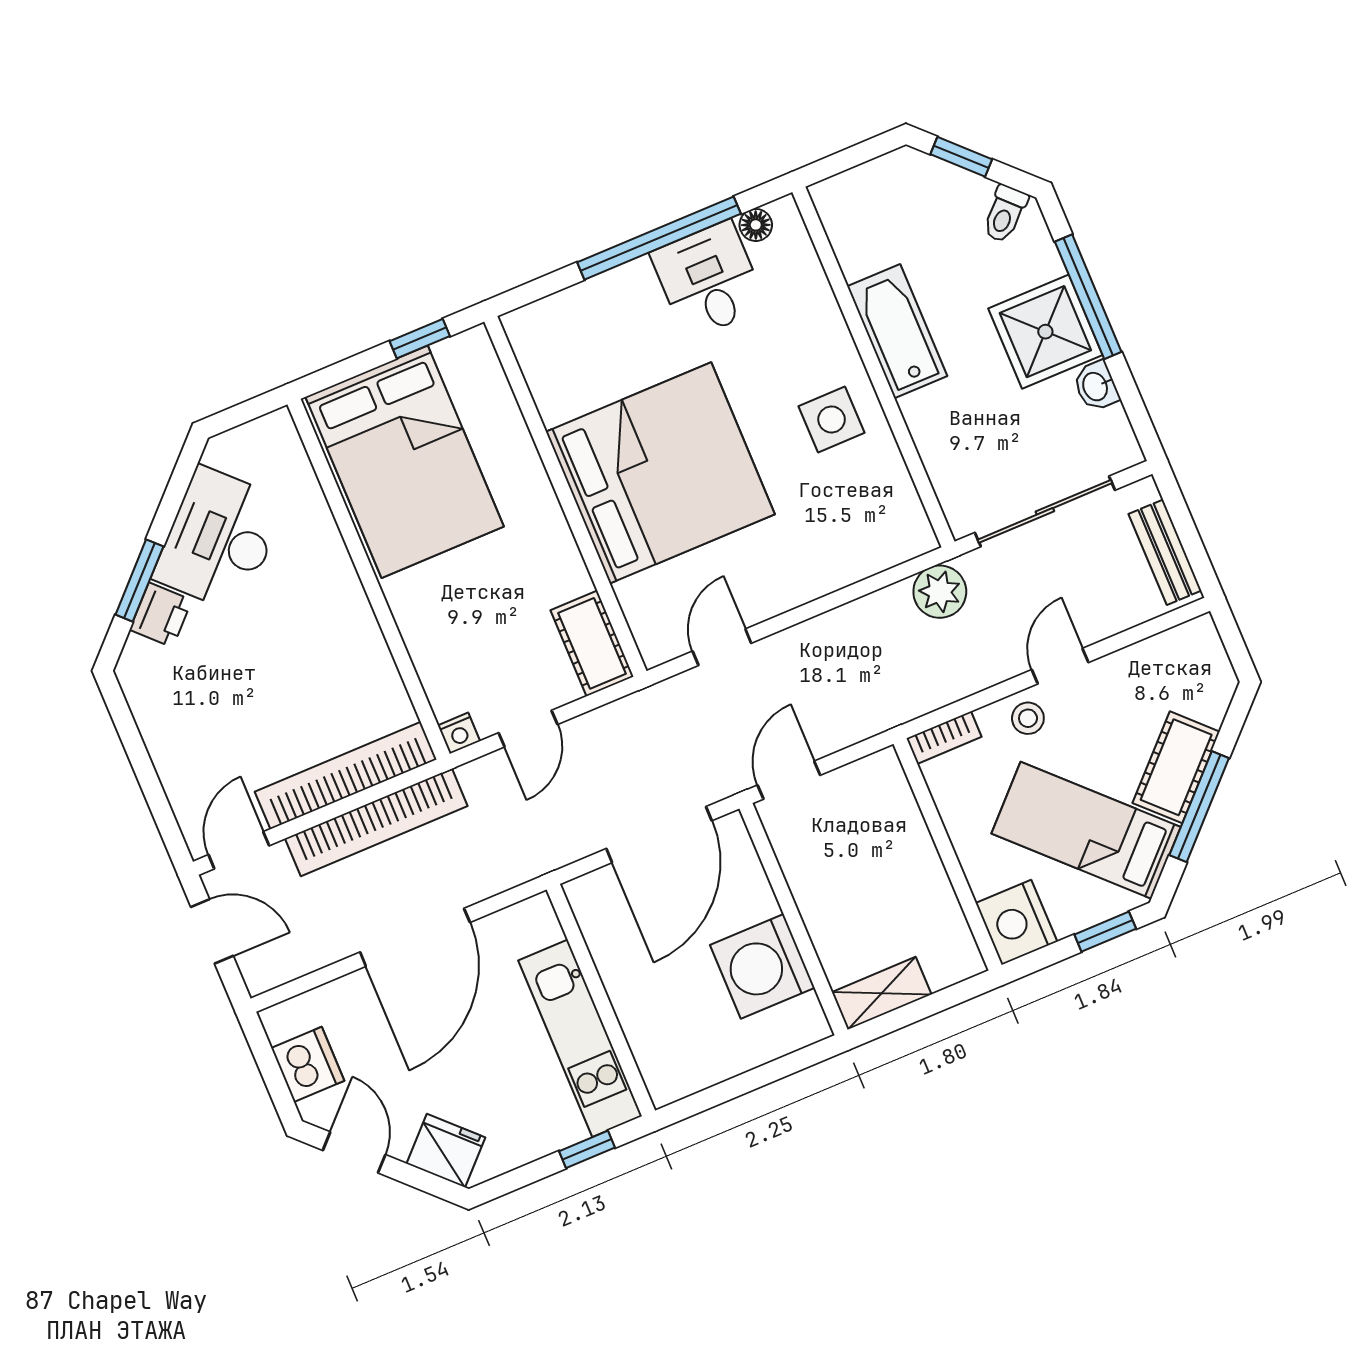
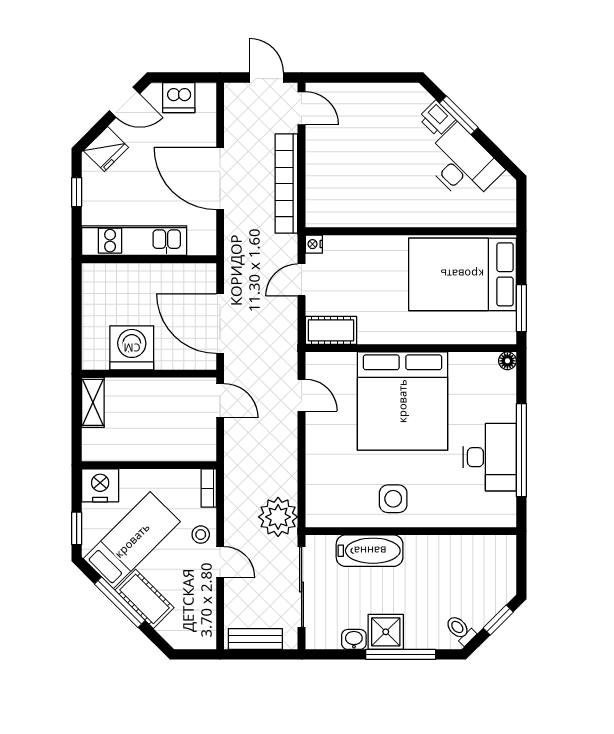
floor lamp: (756, 225) -> (507, 361), moved
desk: (709, 280) -> (490, 457), width x1.37
bathtub: (897, 331) -> (370, 551), moved
shower: (1045, 332) -> (386, 632), width x0.73, depth x0.73
window: (420, 339) -> (521, 308), width x1.50
plant: (940, 592) -> (278, 517), width x1.36, depth x1.36
door: (528, 729) -> (302, 280), hinge flipped
bookcase: (346, 775) -> (317, 178), removed
door: (212, 931) -> (266, 77), swing flipped
window: (587, 1149) -> (77, 192), moved

